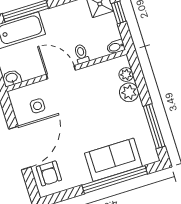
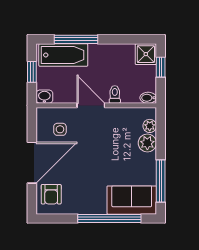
sofa: (113, 160) -> (132, 200), moved

